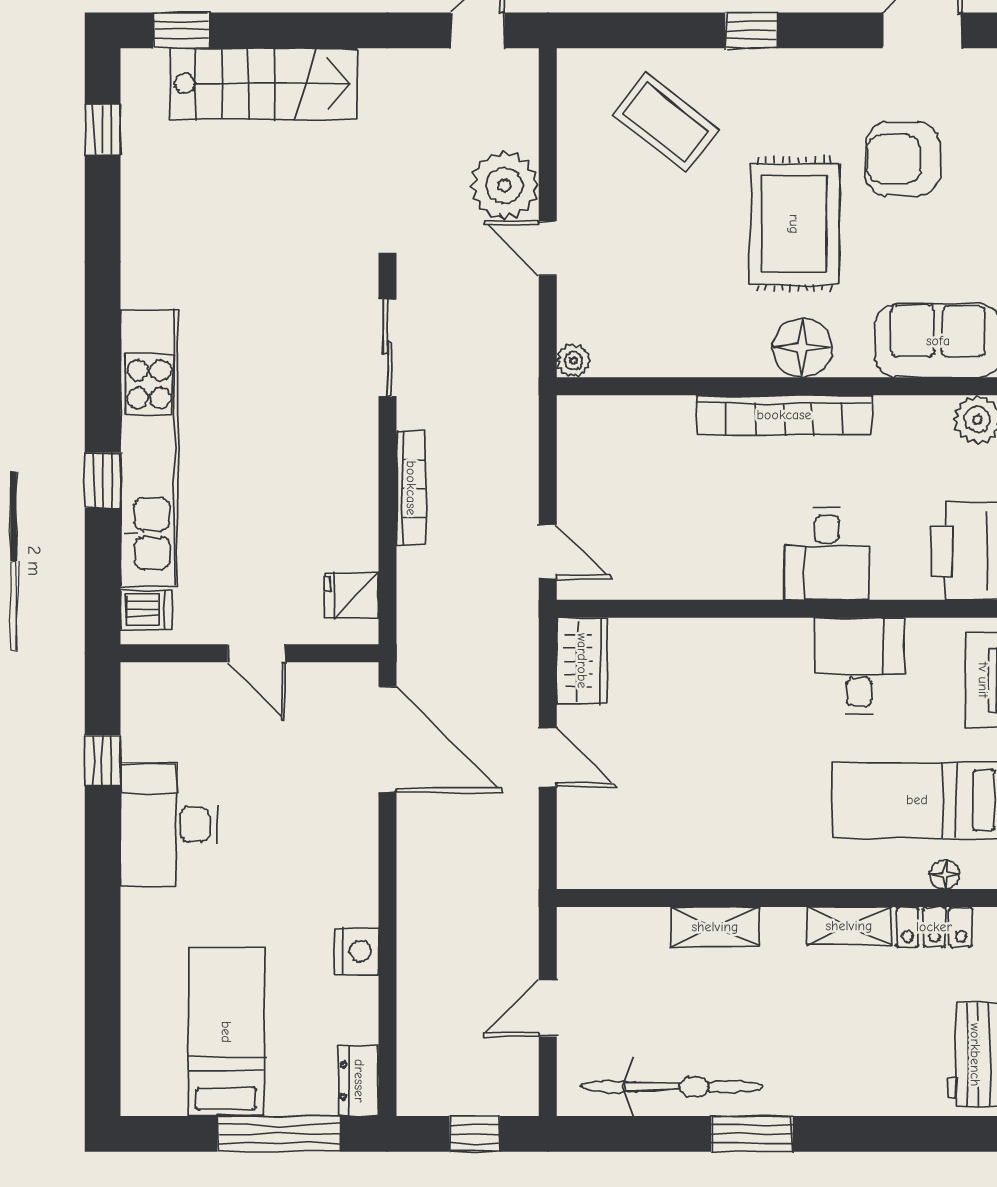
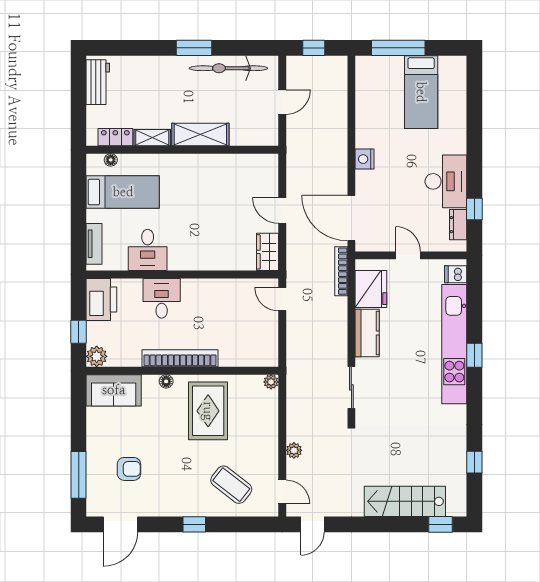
window: (103, 130) -> (474, 462), moved
armchair: (903, 159) -> (129, 469), width x0.72, depth x0.72
plant: (504, 186) -> (294, 450), width x0.53, depth x0.53
rug: (794, 224) -> (208, 411), moved
door: (548, 248) -> (282, 492), moved
floor lamp: (803, 348) -> (166, 381), width x0.53, depth x0.53
kitchen counter: (351, 474) -> (367, 333), added
window: (103, 480) -> (474, 355), moved
bookcase: (411, 488) -> (341, 271), moved
fridge: (351, 596) -> (371, 289), width x1.88, depth x1.34
shelving: (715, 927) -> (200, 134), width x1.50, depth x1.33
nightstand: (357, 951) -> (365, 159), moved
dresser: (359, 1081) -> (458, 225), moved, turned 180

